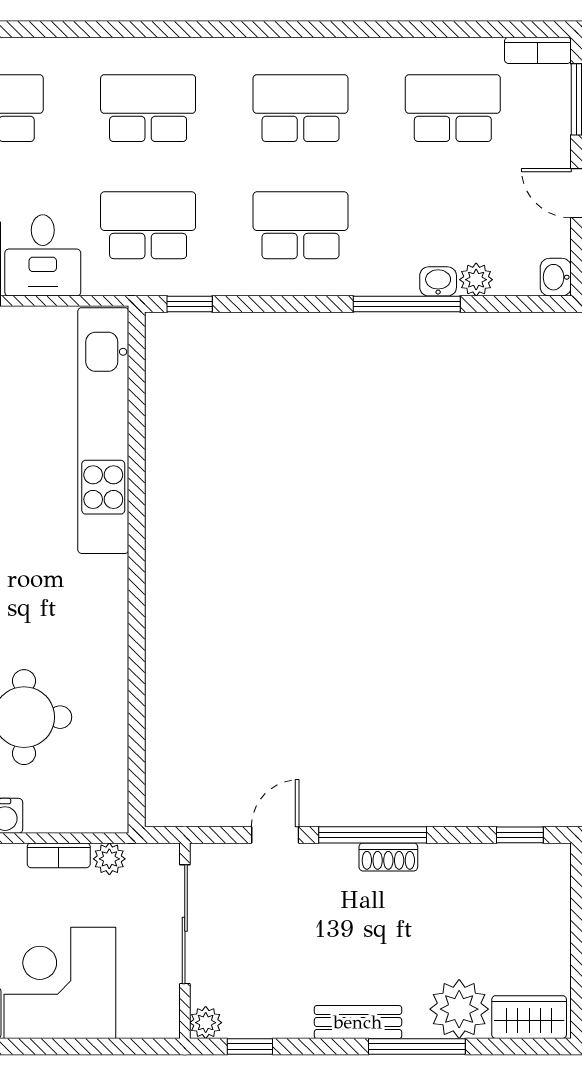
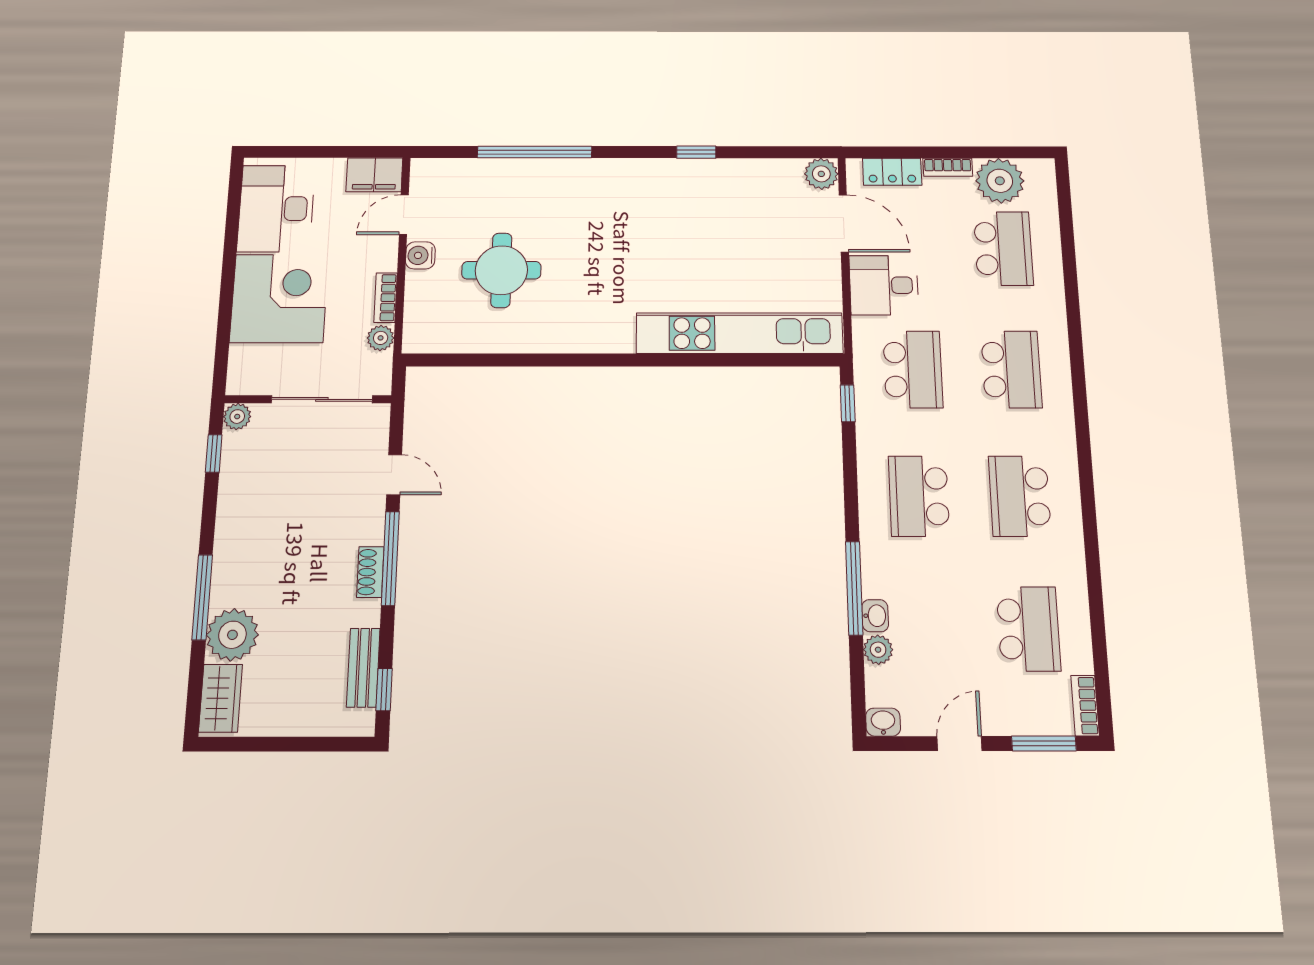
school desk: (300, 108) -> (1020, 496), turned 180
school desk: (300, 225) -> (919, 496), turned 180
bench: (358, 1022) -> (363, 668), moved

